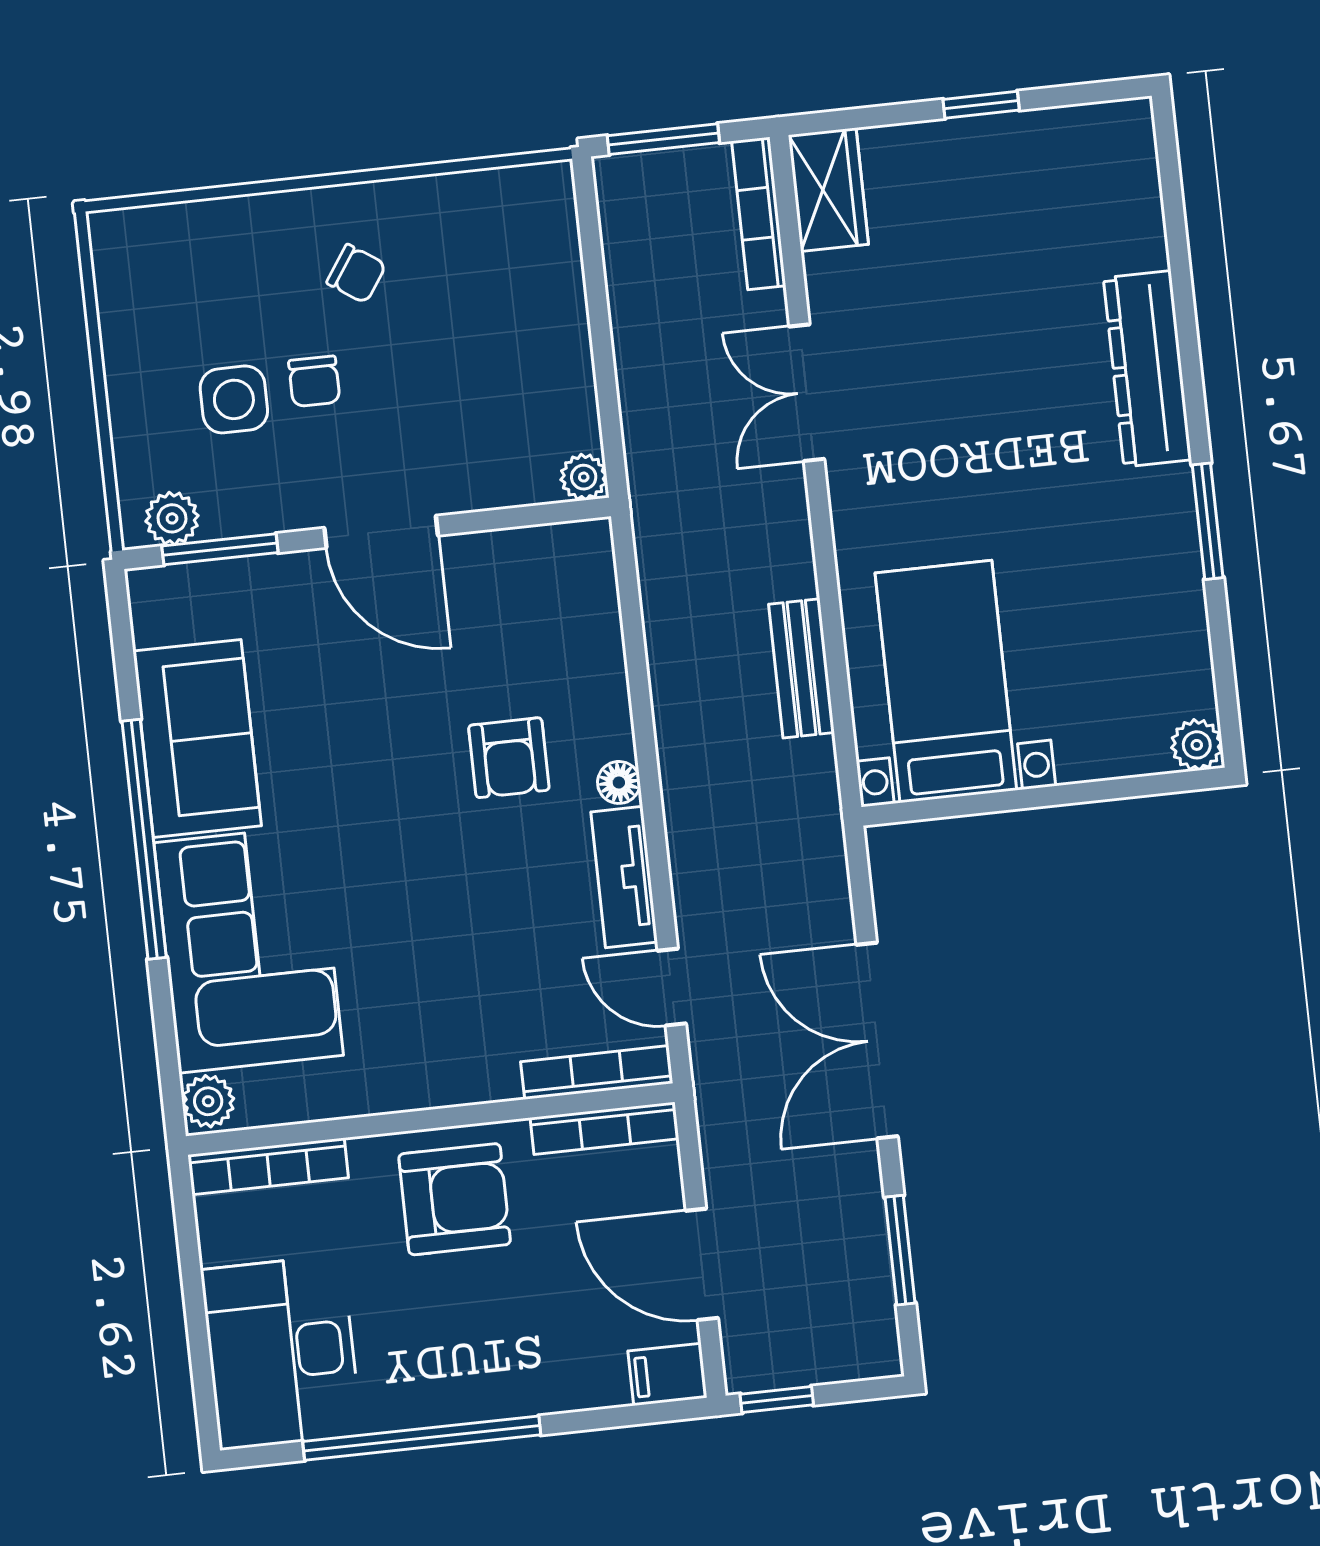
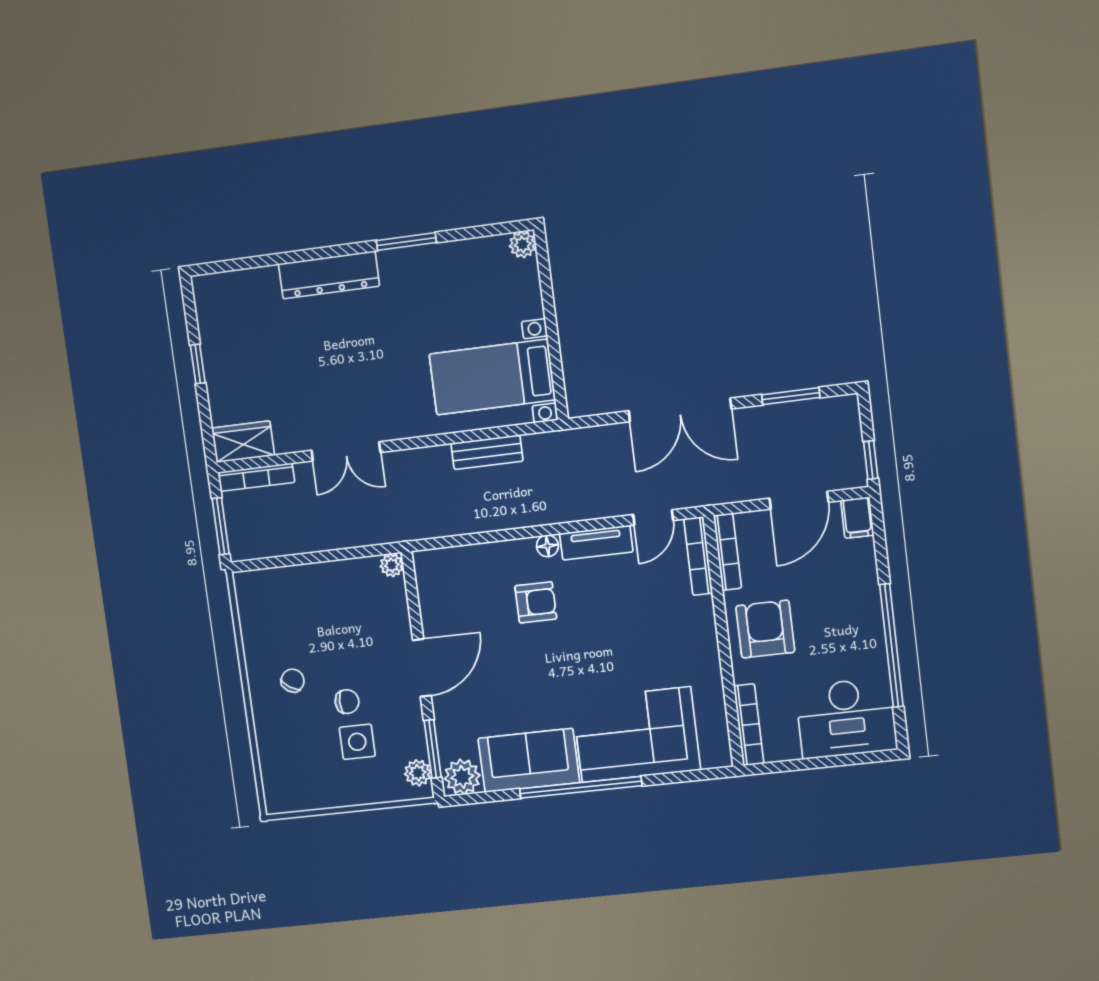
plant: (208, 1101) -> (462, 777), moved, width x1.38, depth x1.38

